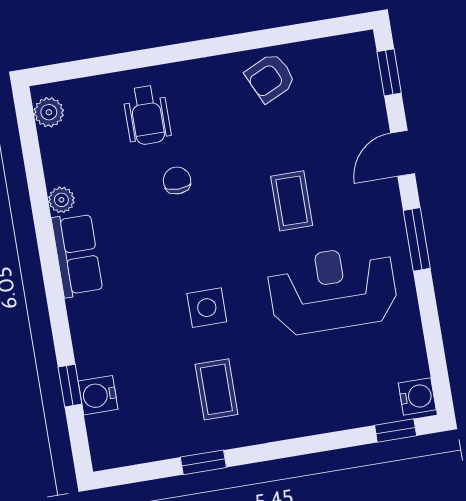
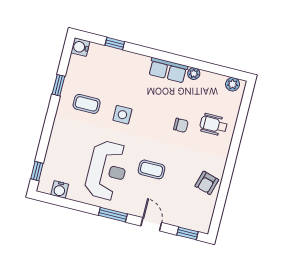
armchair: (270, 78) -> (207, 183), turned -139
water cooler: (98, 395) -> (80, 47), moved, turned -90
water cooler: (417, 396) -> (60, 189), moved

